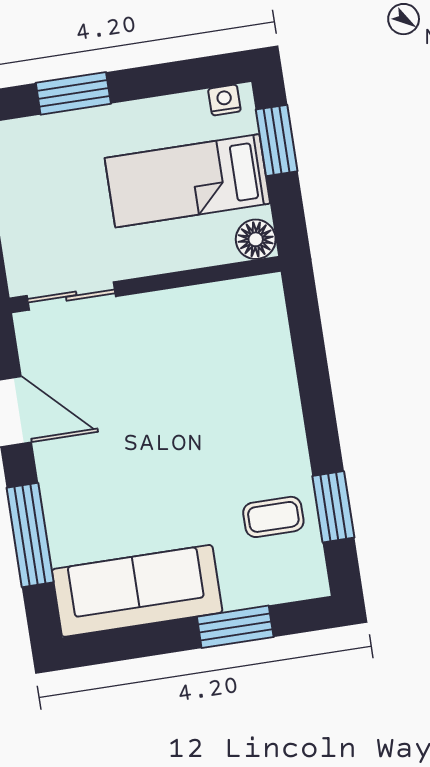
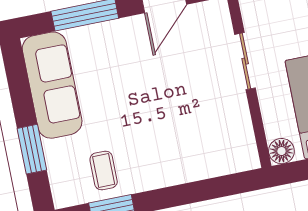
sliding door: (71, 296) -> (245, 61), moved

